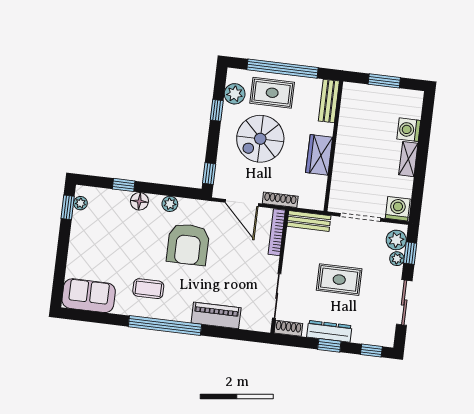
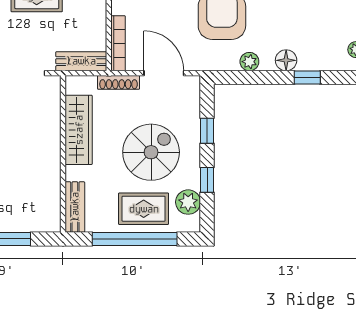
wardrobe: (319, 155) -> (79, 130), width x1.50
window: (209, 174) -> (207, 131), moved

